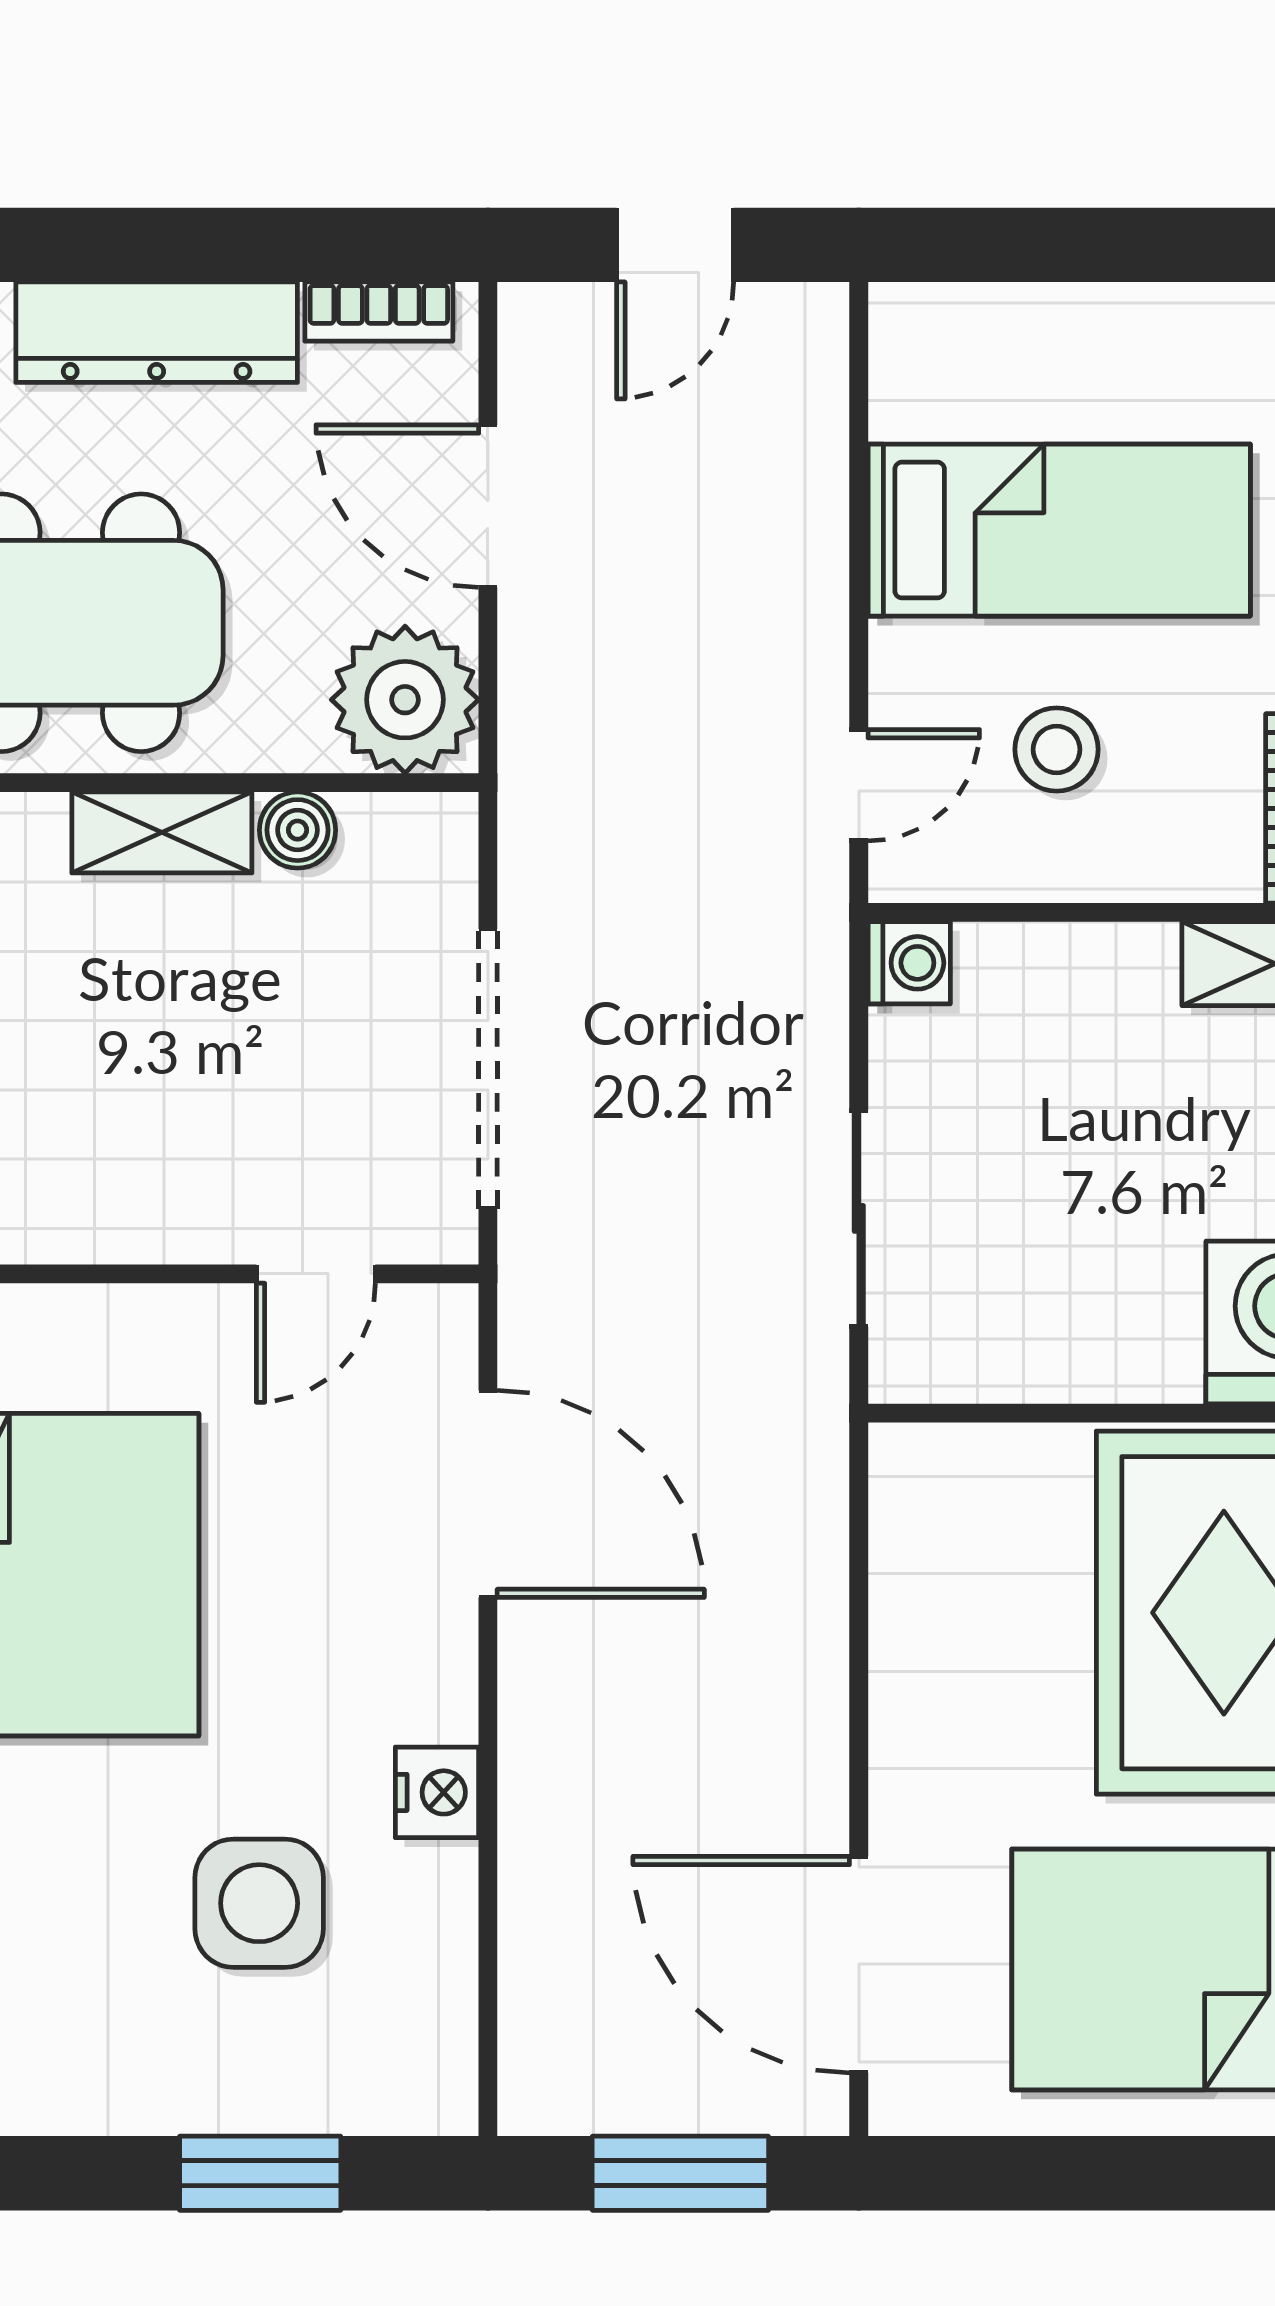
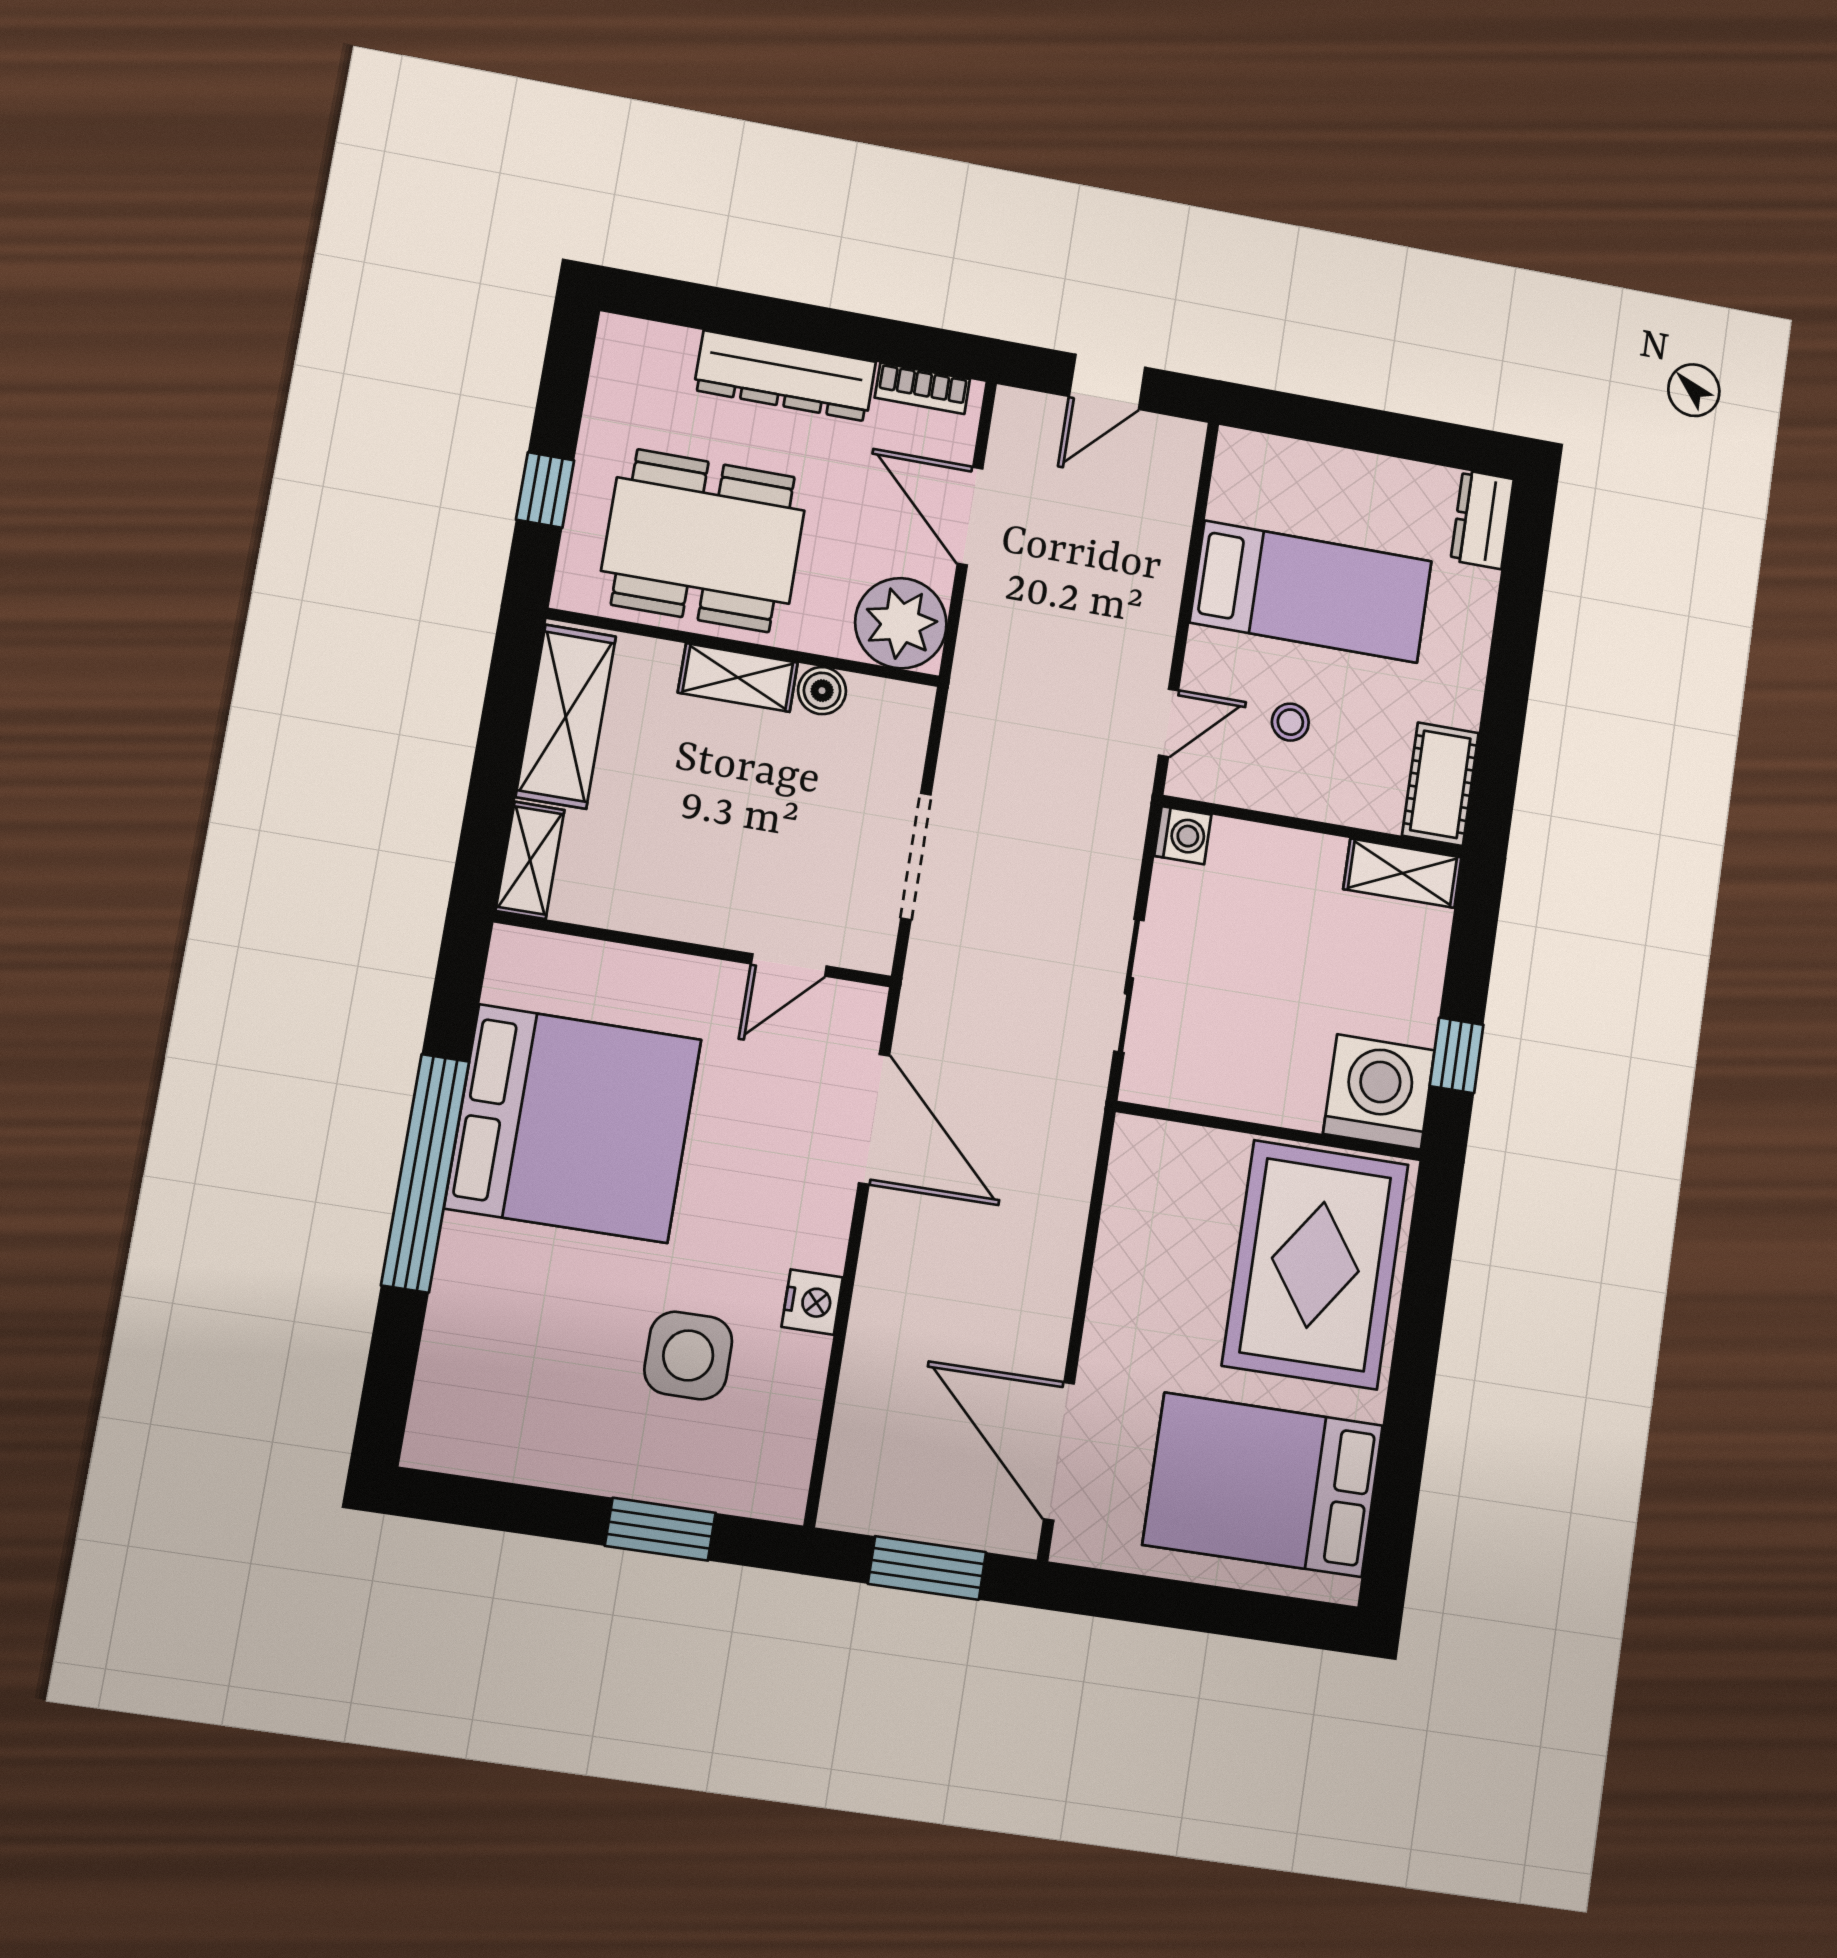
stool: (1057, 749) -> (1290, 722), width x0.73, depth x0.73
doorway: (488, 1069) -> (916, 856), width x0.73

